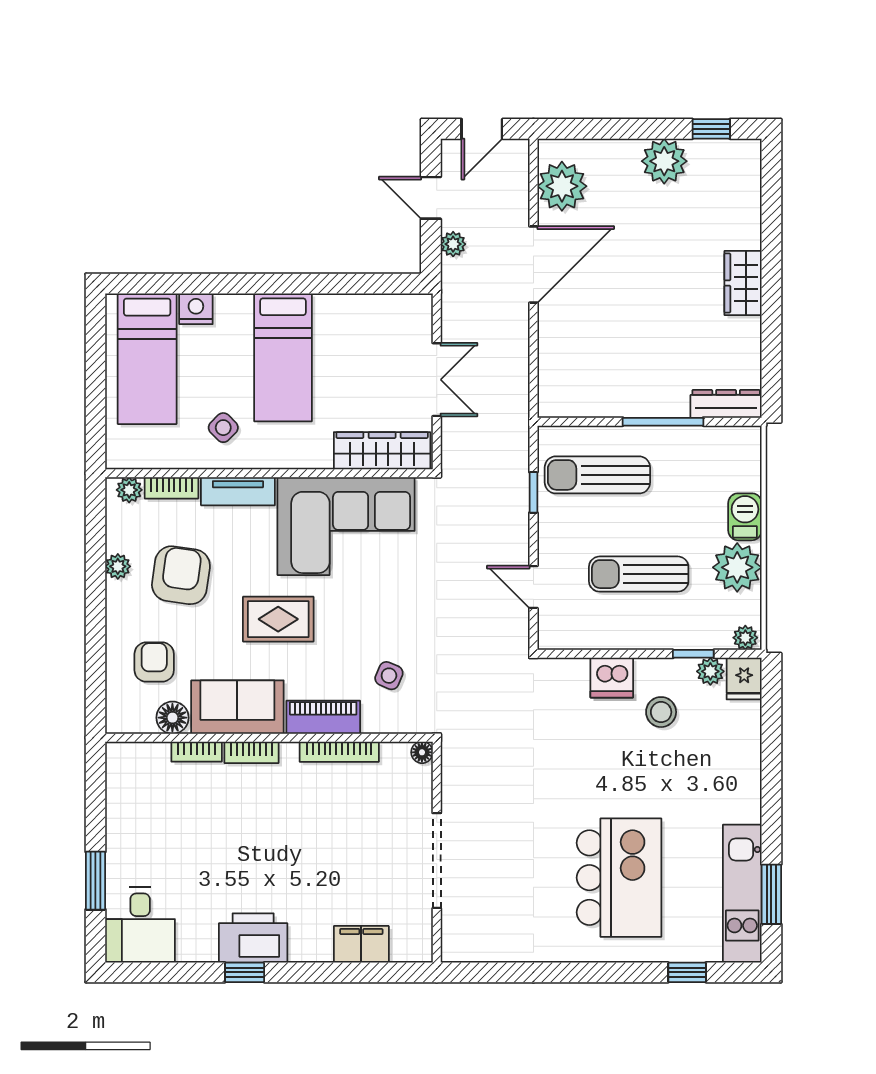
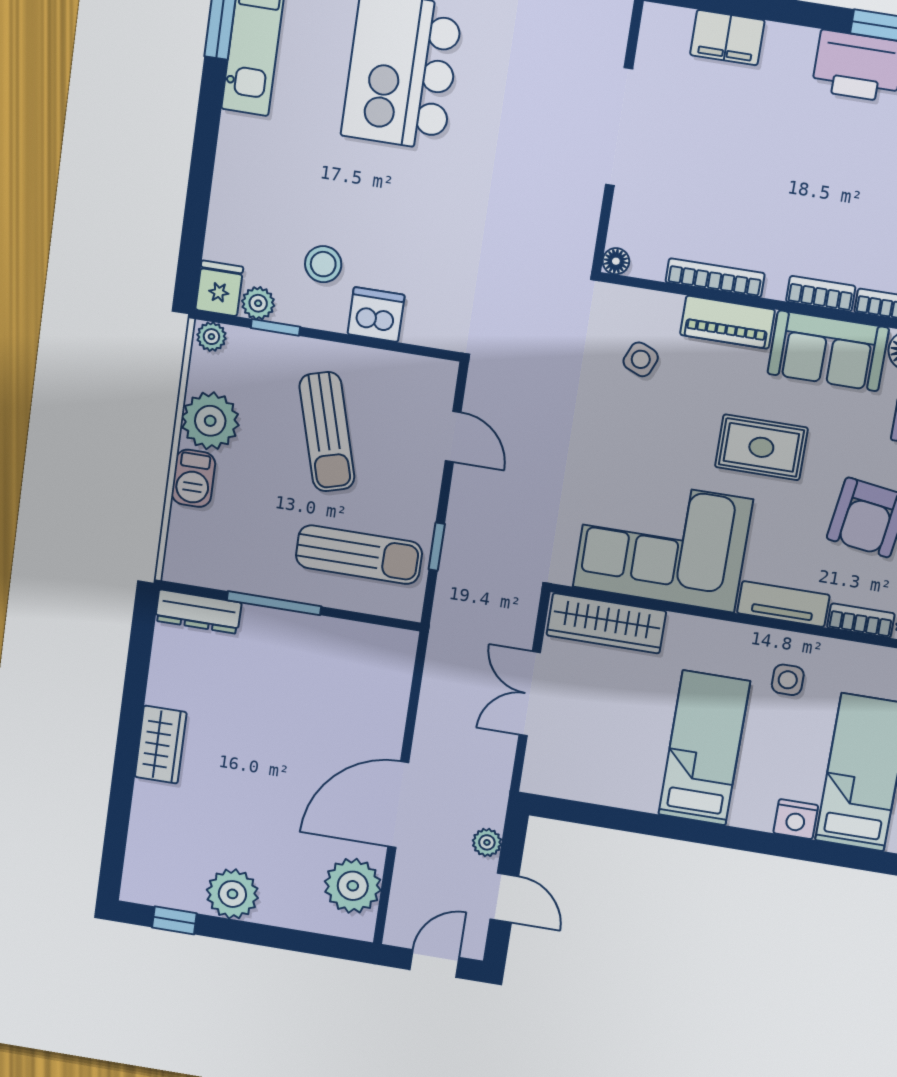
side table: (223, 428) -> (788, 680), turned 45
sun lounger: (639, 574) -> (327, 432), turned 74

